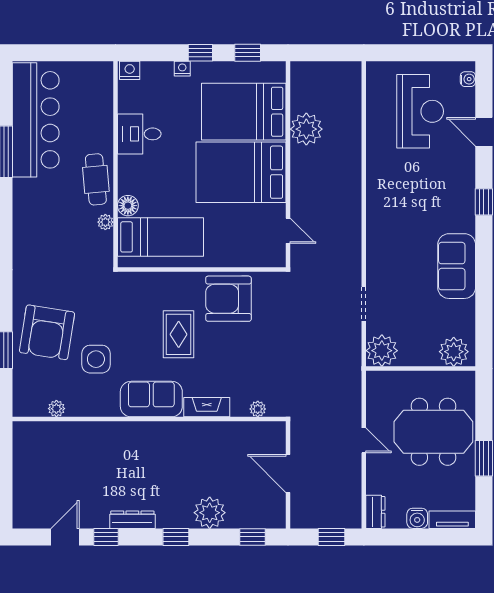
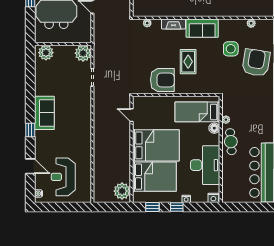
plant: (306, 129) -> (122, 191), moved
desk: (139, 134) -> (205, 165), width x1.87, depth x1.30
sofa: (457, 266) -> (44, 113), moved

